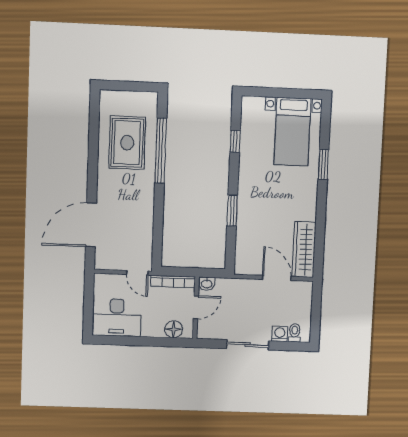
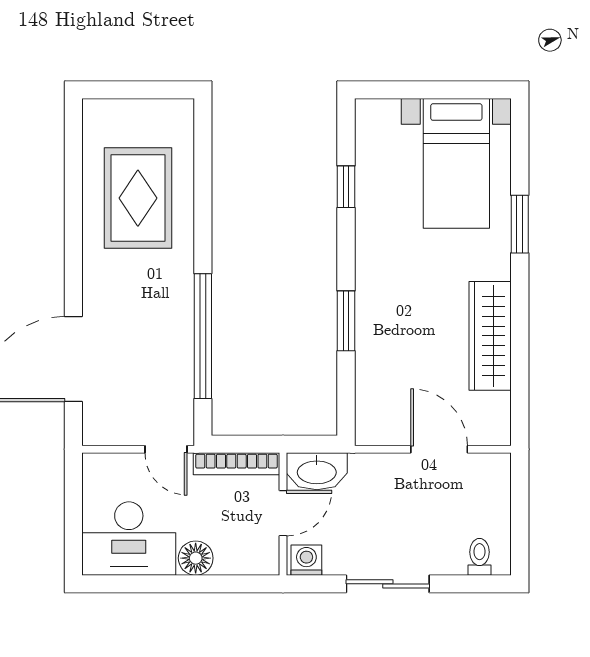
window: (161, 151) -> (203, 336), moved
wardrobe: (304, 249) -> (490, 336), moved
washbasin: (207, 284) -> (317, 471), width x1.91, depth x1.45
floor lamp: (174, 329) -> (196, 558), moved
washing machine: (280, 334) -> (306, 560), moved

